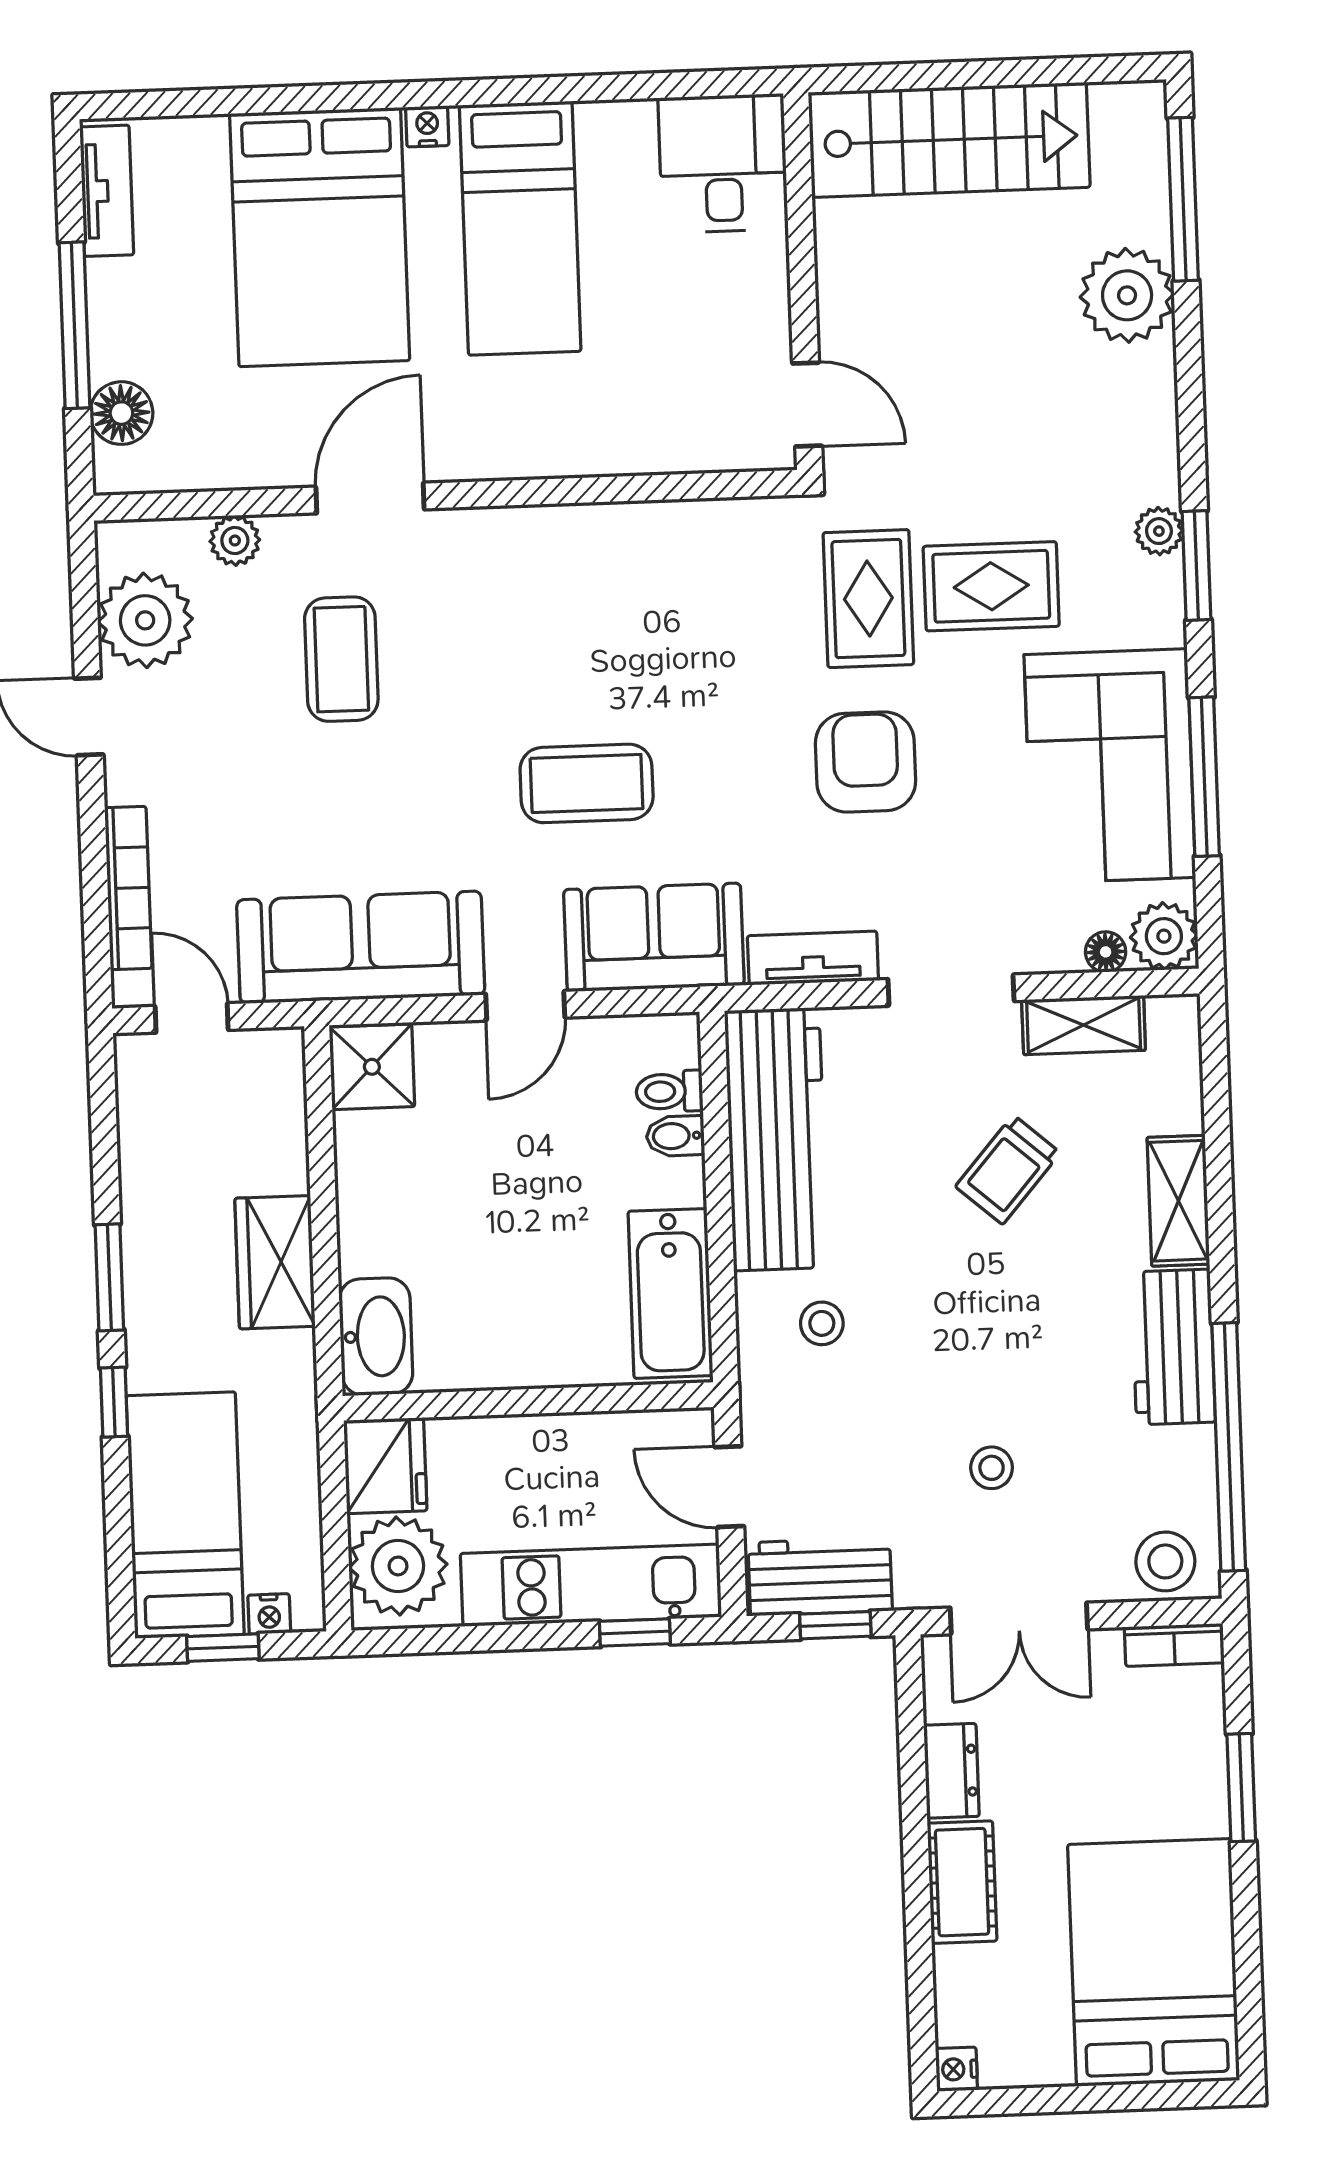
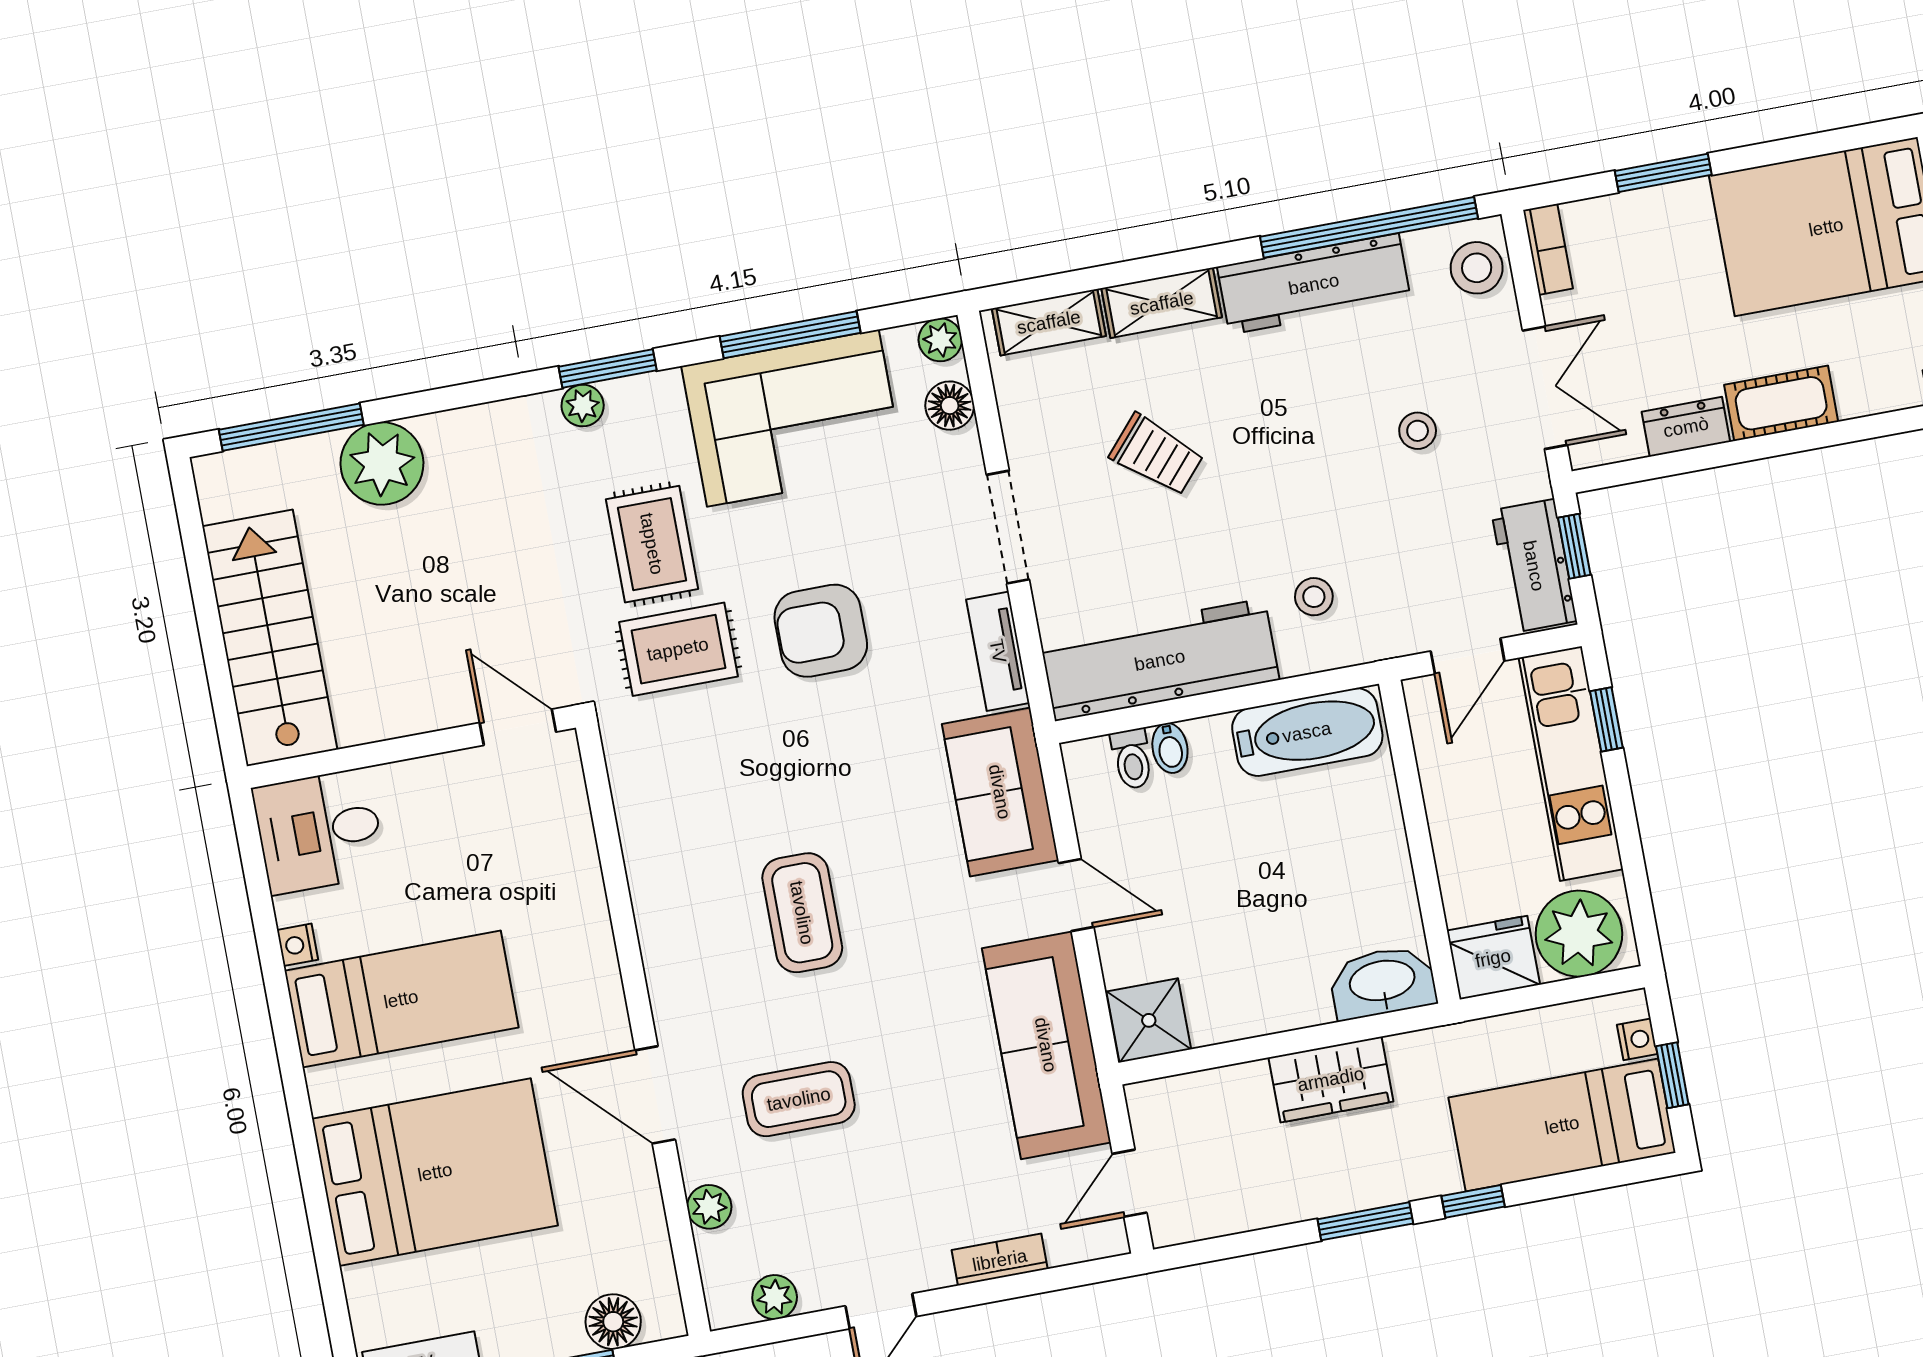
nightstand: (427, 126) -> (297, 945), moved
door: (807, 405) -> (518, 727), hinge flipped
plant: (145, 620) -> (775, 1297), width x0.53, depth x0.53
coffee table: (587, 783) -> (802, 913), moved
bookcase: (128, 888) -> (1000, 1260), width x0.64
plant: (1164, 936) -> (940, 340), width x0.73, depth x0.73
floor lamp: (1106, 952) -> (950, 406), width x1.37, depth x1.37
shelving: (1084, 1025) -> (1049, 322), moved, turned 90
workbench: (1173, 1347) -> (1314, 284), width x1.38

